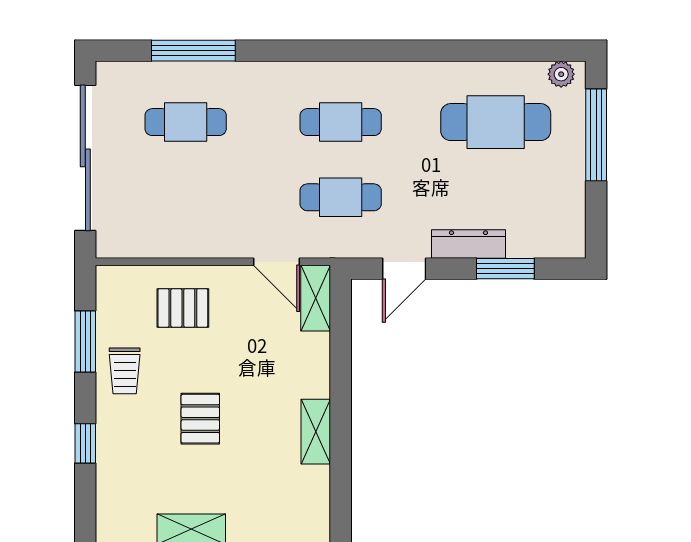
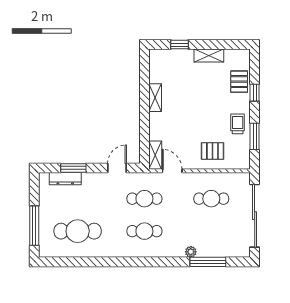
plant: (561, 74) -> (191, 252), moved
cafe table: (186, 122) -> (211, 199), moved
dresser: (468, 244) -> (65, 179), moved
pallet: (200, 419) -> (239, 82), moved

